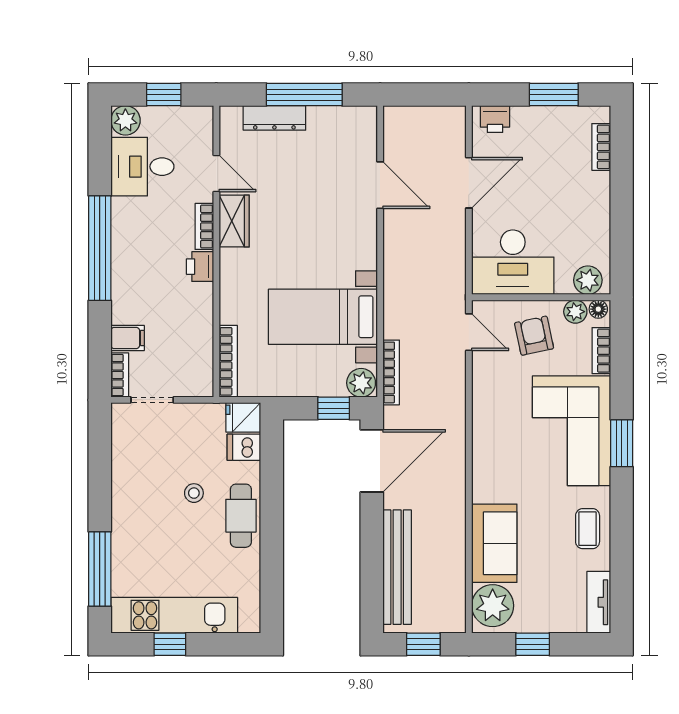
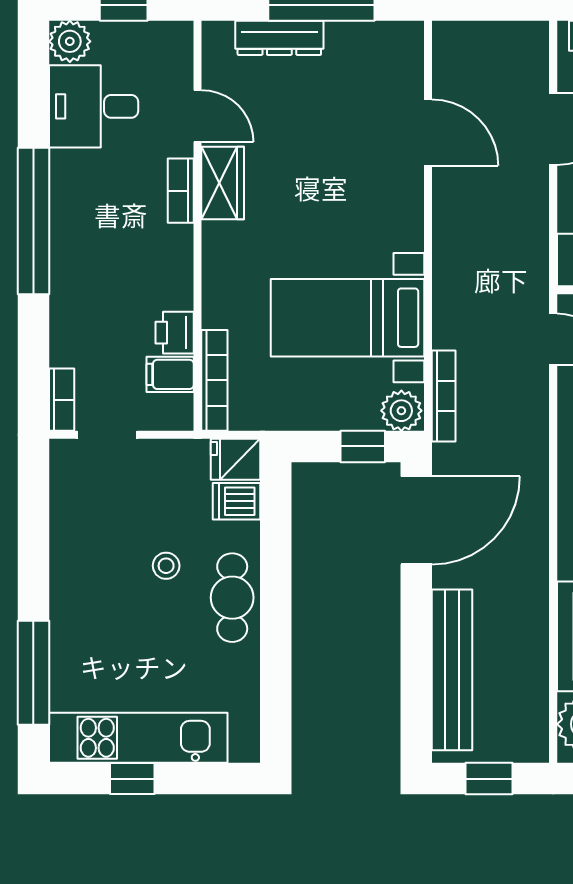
printer: (200, 267) -> (175, 333), moved
filing cabinet: (128, 338) -> (170, 374), moved, turned 180

